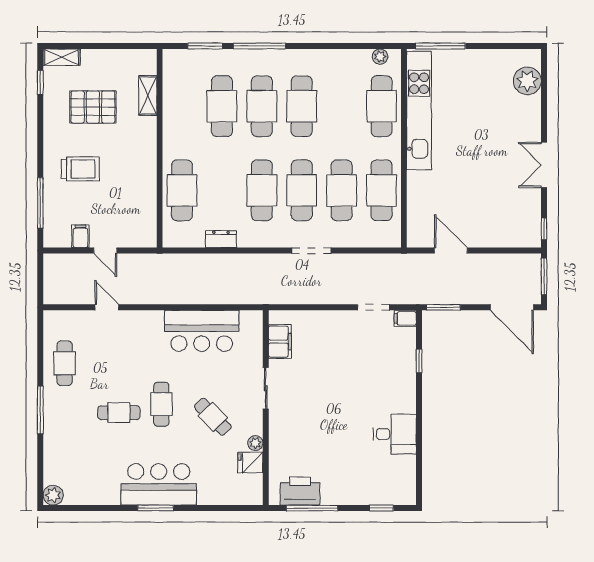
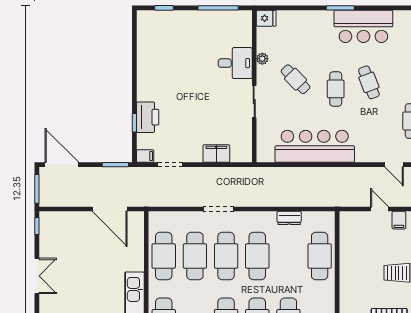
door: (451, 251) -> (110, 209), width x1.36
door: (107, 307) -> (394, 165), moved
bar counter: (202, 331) -> (315, 146), width x1.36
filing cabinet: (280, 342) -> (216, 154), moved, turned 90
cafe table: (119, 413) -> (369, 82), turned 69
desk: (395, 434) -> (235, 63), moved, turned 180
fridge: (250, 463) -> (266, 18), moved
bar counter: (159, 484) -> (363, 26), moved
printer: (300, 491) -> (148, 117), moved, turned -90

